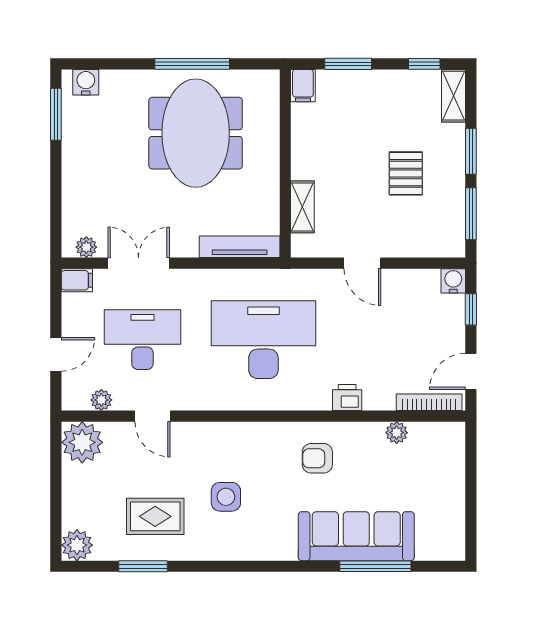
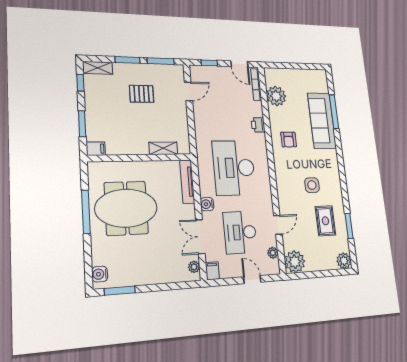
door: (362, 263) -> (188, 91), moved
water cooler: (453, 281) -> (207, 204), moved
plant: (397, 433) -> (276, 96), width x1.88, depth x1.88

